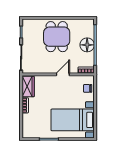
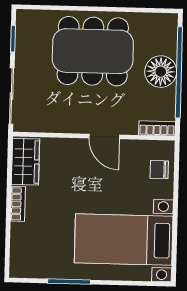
dining table: (57, 37) -> (93, 51), width x1.38
door: (63, 74) -> (104, 136), swing flipped

